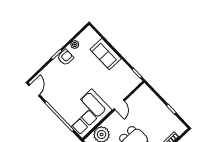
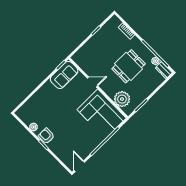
sofa: (106, 54) -> (64, 75), moved
door: (34, 90) -> (79, 166), hinge flipped

